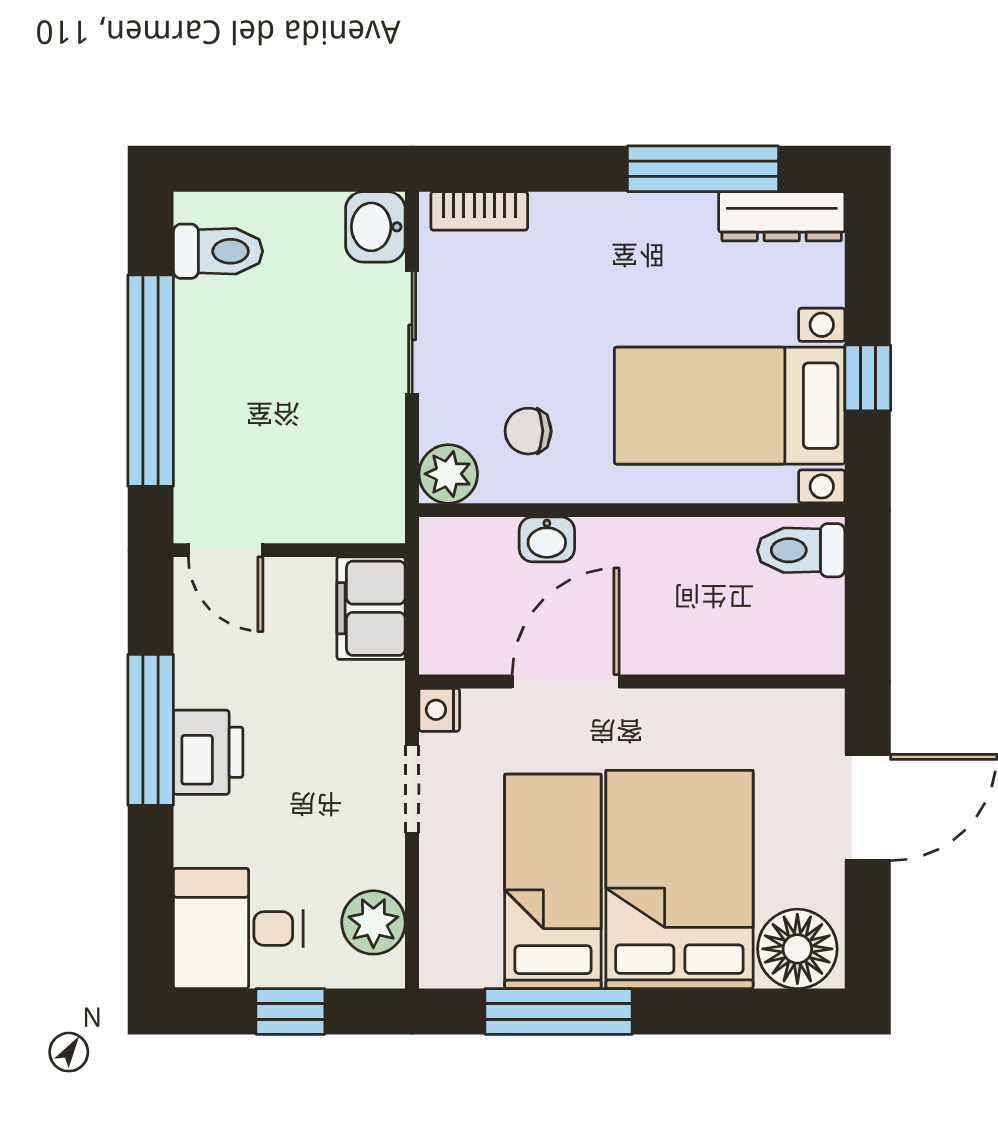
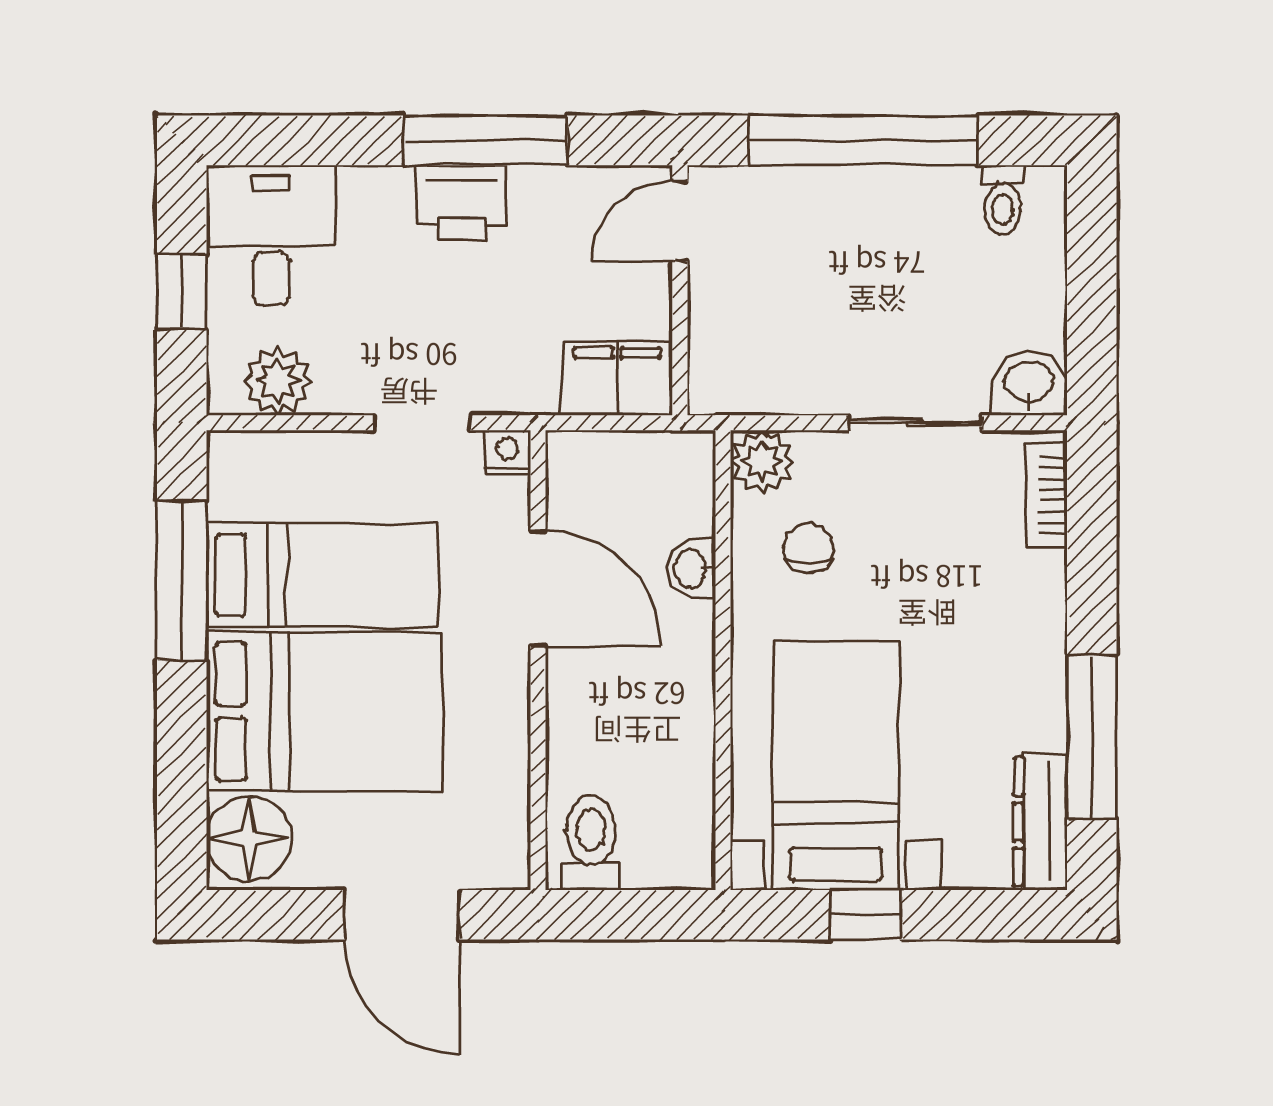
toilet: (218, 251) -> (1003, 200), width x0.73, depth x0.72
toilet: (801, 550) -> (591, 843), moved

